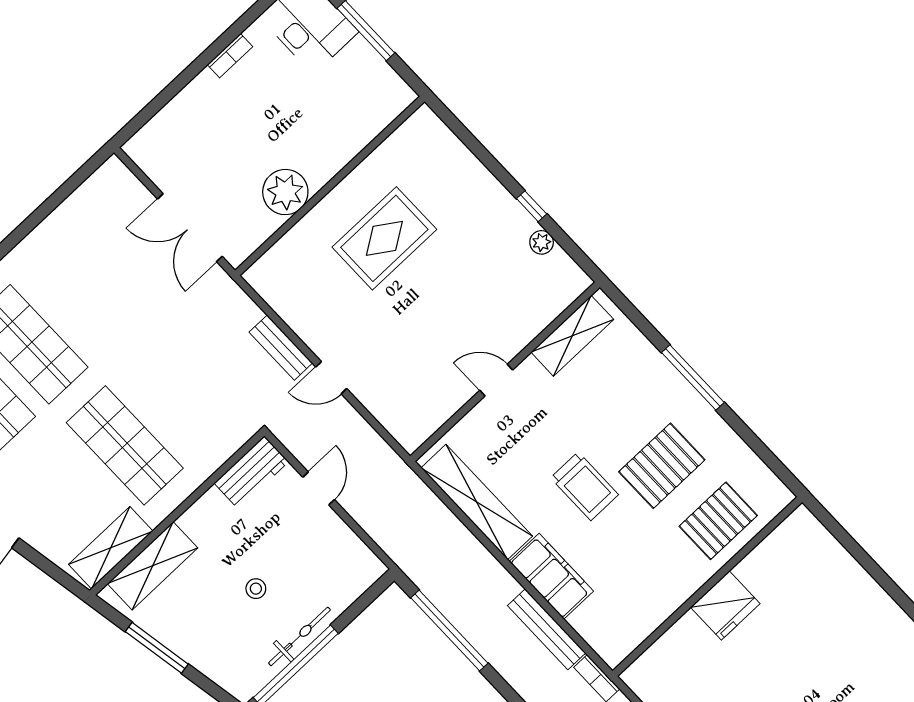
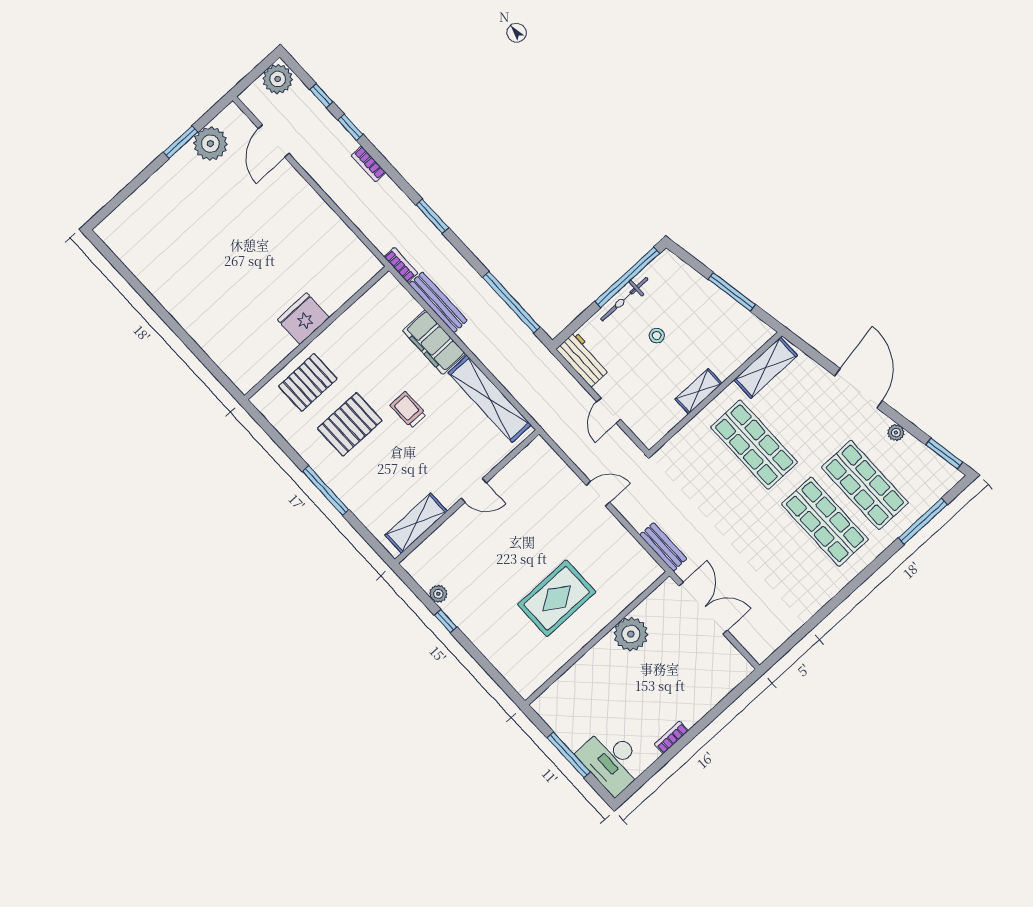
bench: (281, 348) -> (663, 547), moved
workbench: (251, 472) -> (583, 359), moved, turned 90
trolley: (585, 486) -> (408, 410), width x0.73, depth x0.72
shelving: (153, 566) -> (698, 391), moved, width x0.67, depth x0.75

